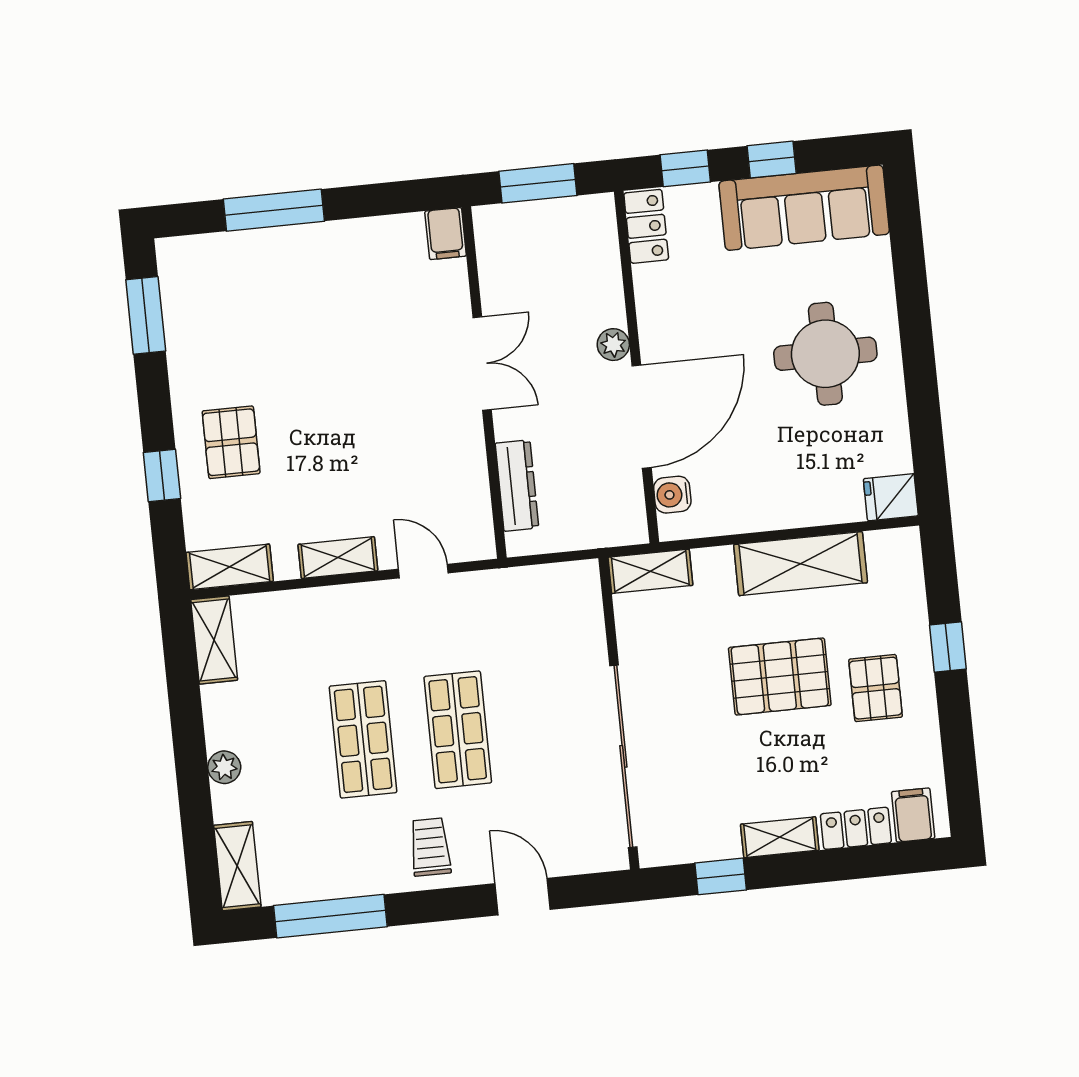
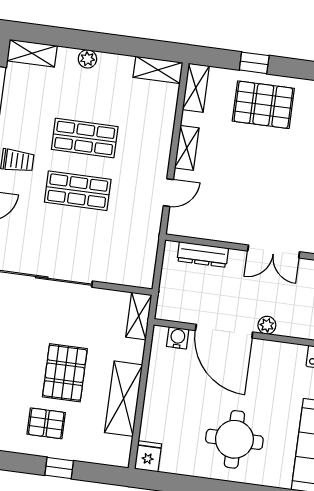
pallet: (231, 442) -> (263, 105), width x1.50, depth x1.42

